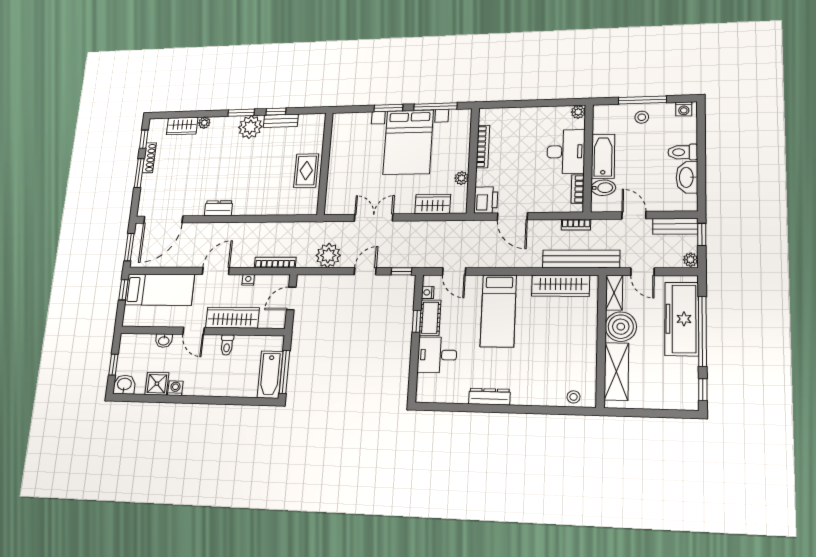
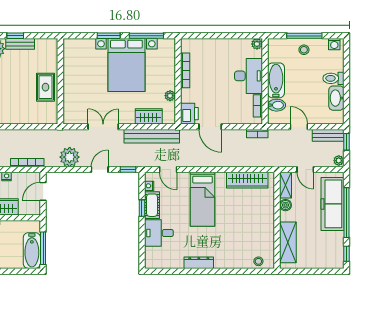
bench: (581, 259) -> (152, 136), moved
boiler: (621, 327) -> (286, 205), width x0.54, depth x0.54

